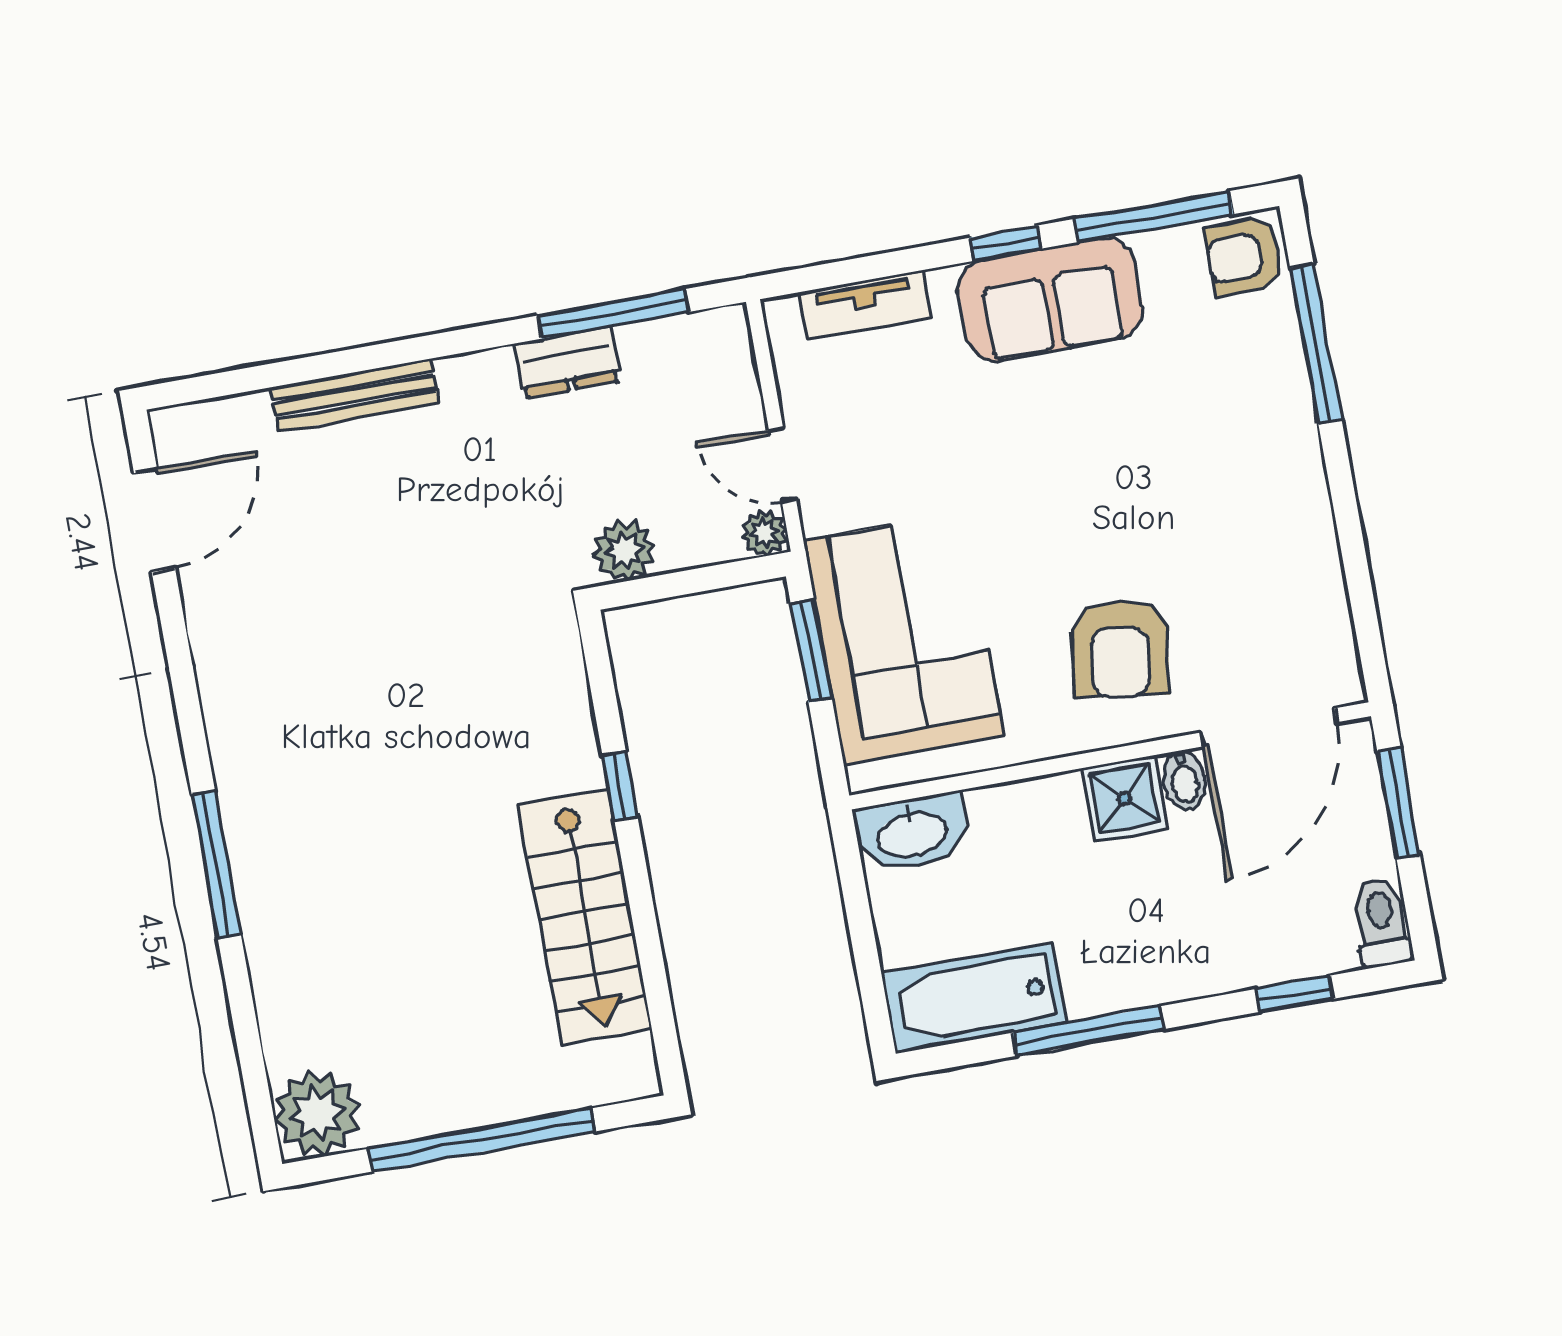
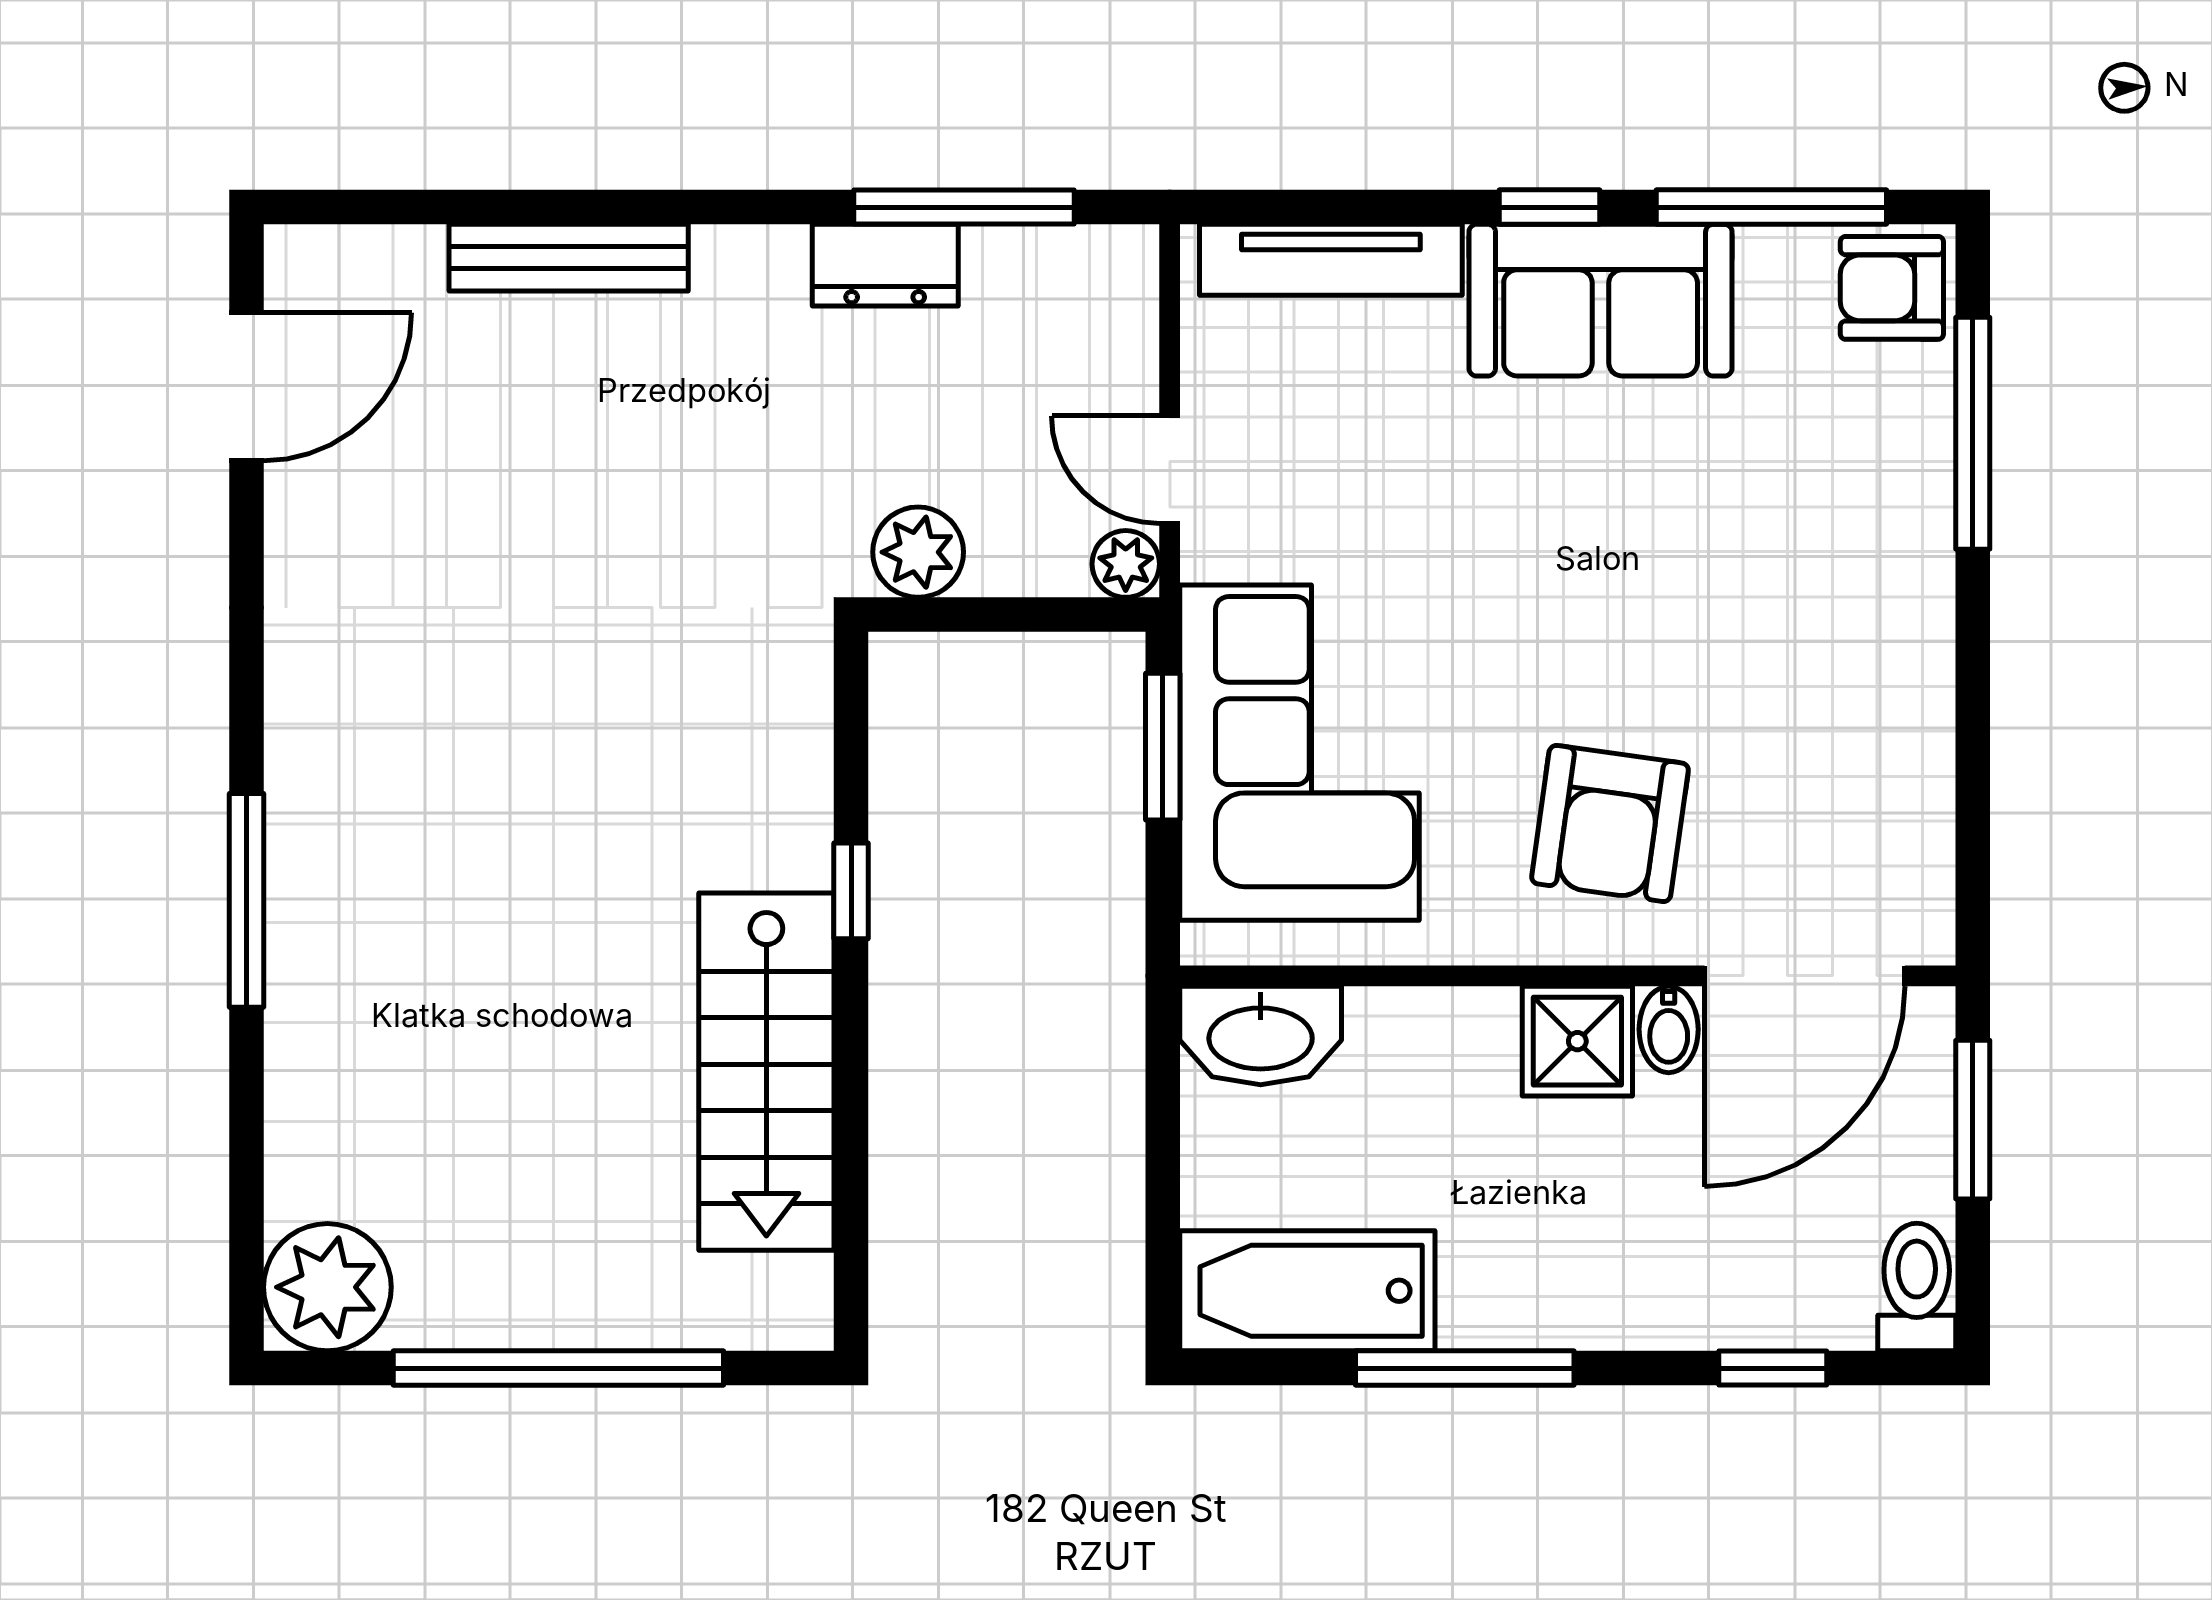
tv unit: (865, 305) -> (1331, 260), width x1.41

